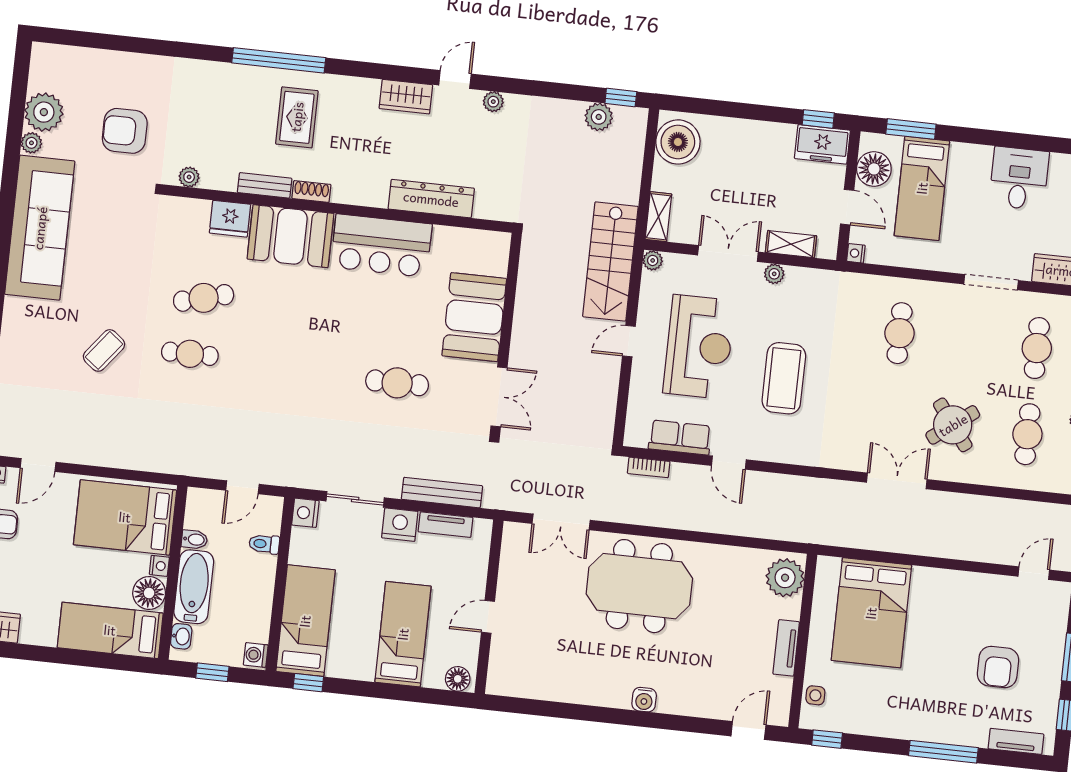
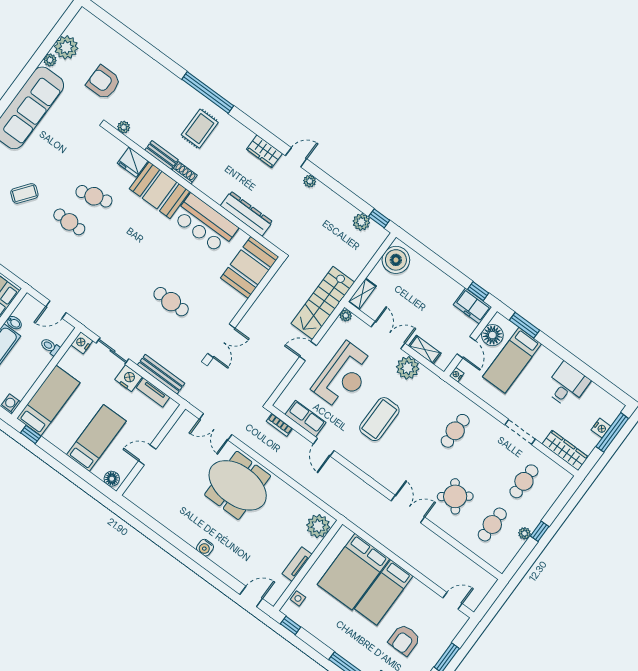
plant: (774, 274) -> (408, 368), width x1.88, depth x1.88
booth: (474, 317) -> (250, 267), moved
bed: (931, 617) -> (384, 592), added

